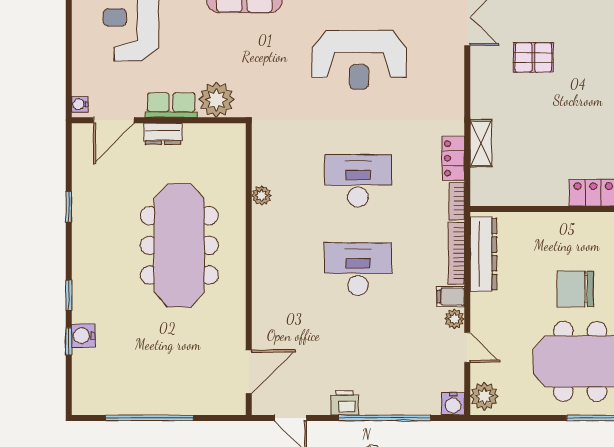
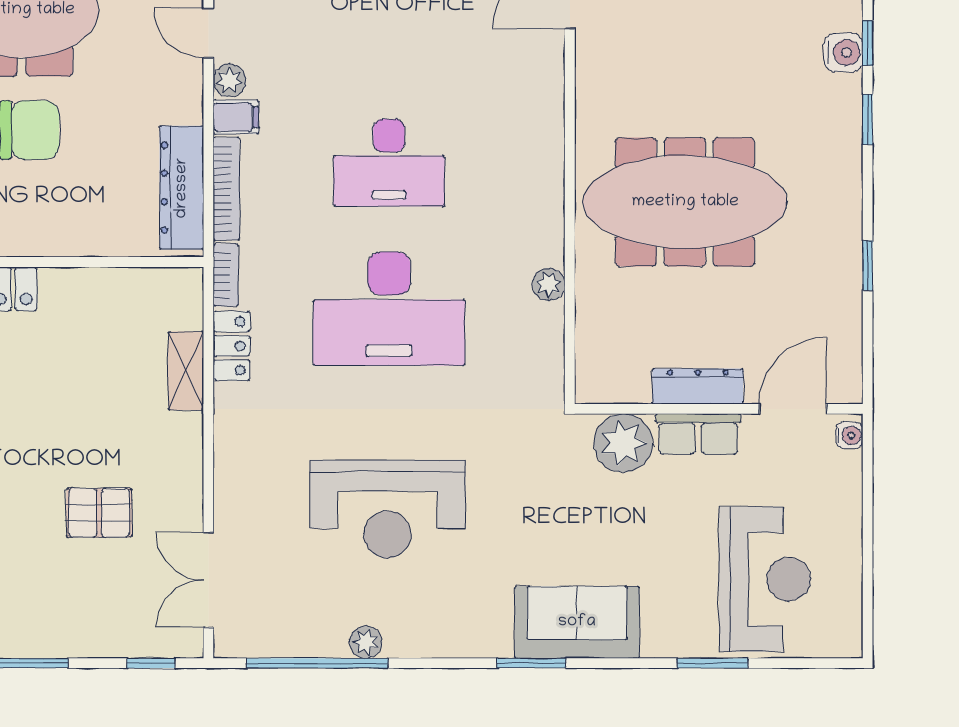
reception desk: (359, 60) -> (387, 509), turned 180
dresser: (163, 134) -> (698, 386), width x1.44
desk: (358, 181) -> (389, 309), width x1.36, depth x1.30
meeting table: (179, 245) -> (685, 202), turned 90

